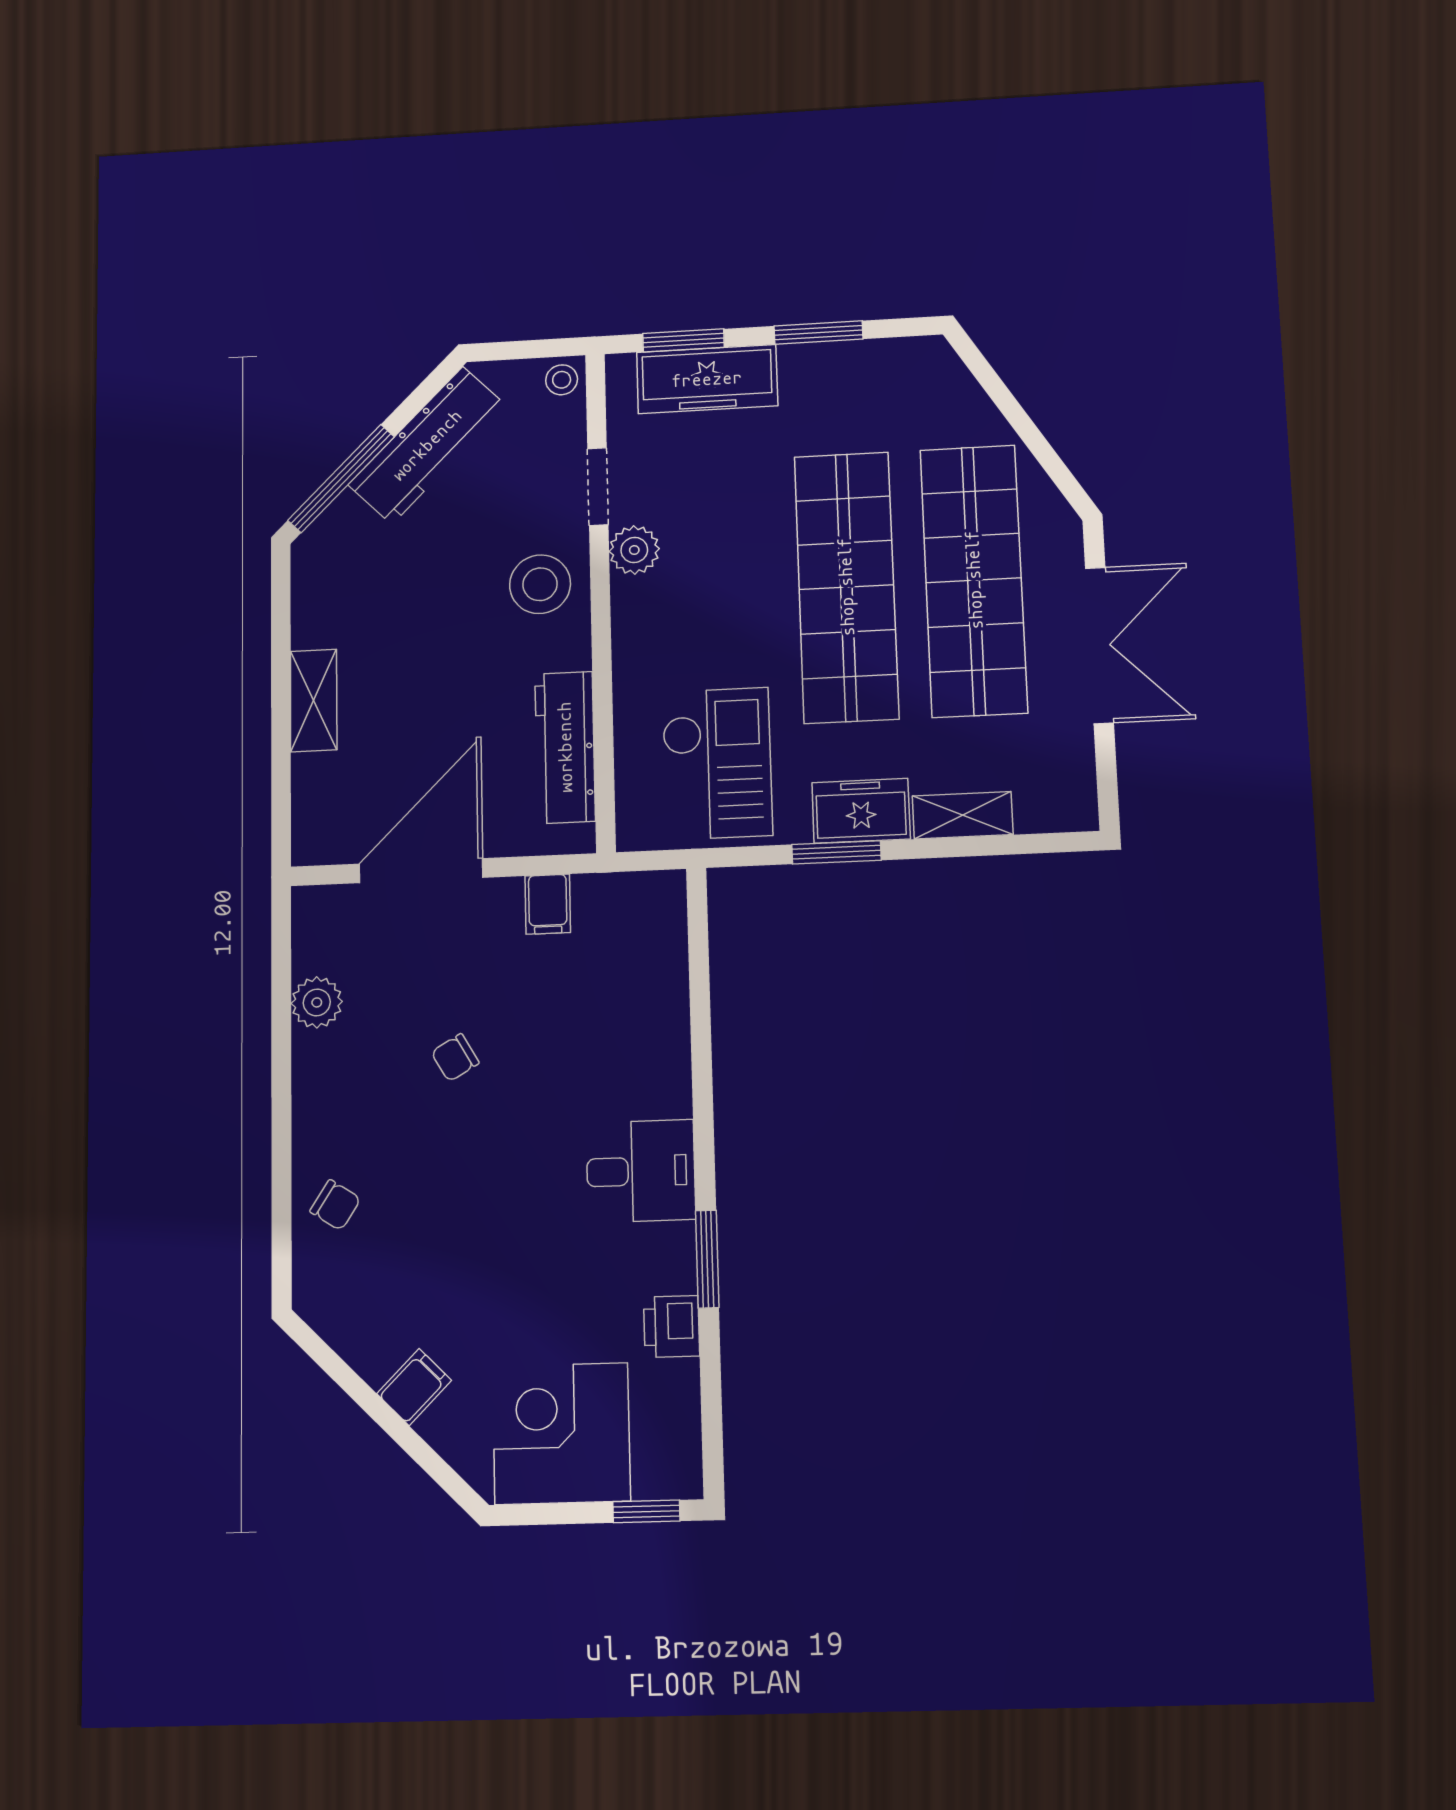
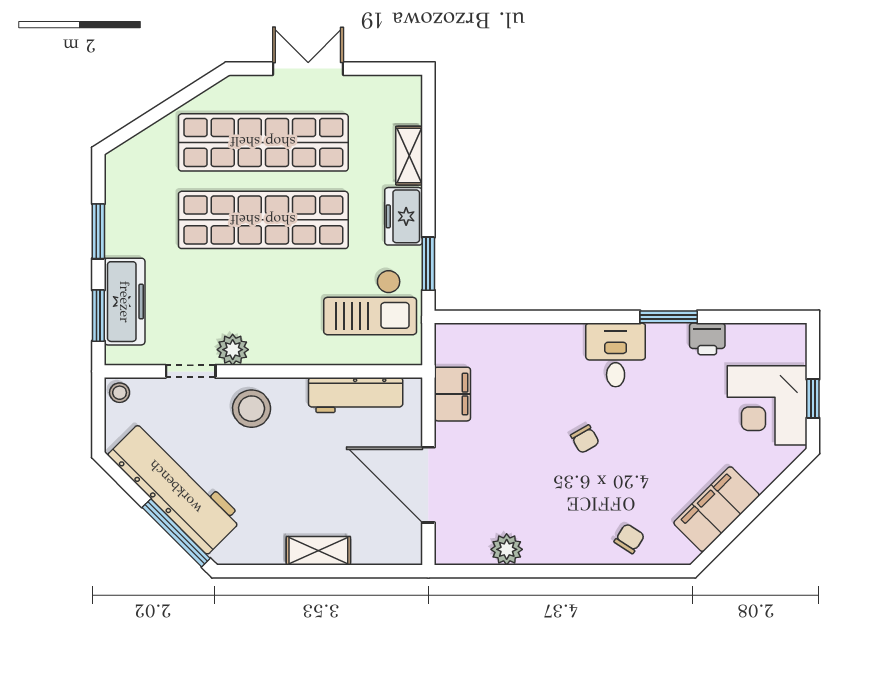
workbench: (427, 445) -> (175, 487), width x1.36, depth x1.32
double door: (1100, 645) -> (308, 69), width x0.73
checkout: (717, 763) -> (370, 302), turned 180
window: (836, 852) -> (428, 264), moved
filing cabinet: (548, 904) -> (452, 394), width x2.00
chair: (455, 1058) -> (585, 439), moved
filing cabinet: (414, 1387) -> (716, 509), width x3.00, depth x1.17
window: (646, 1511) -> (813, 399), moved

